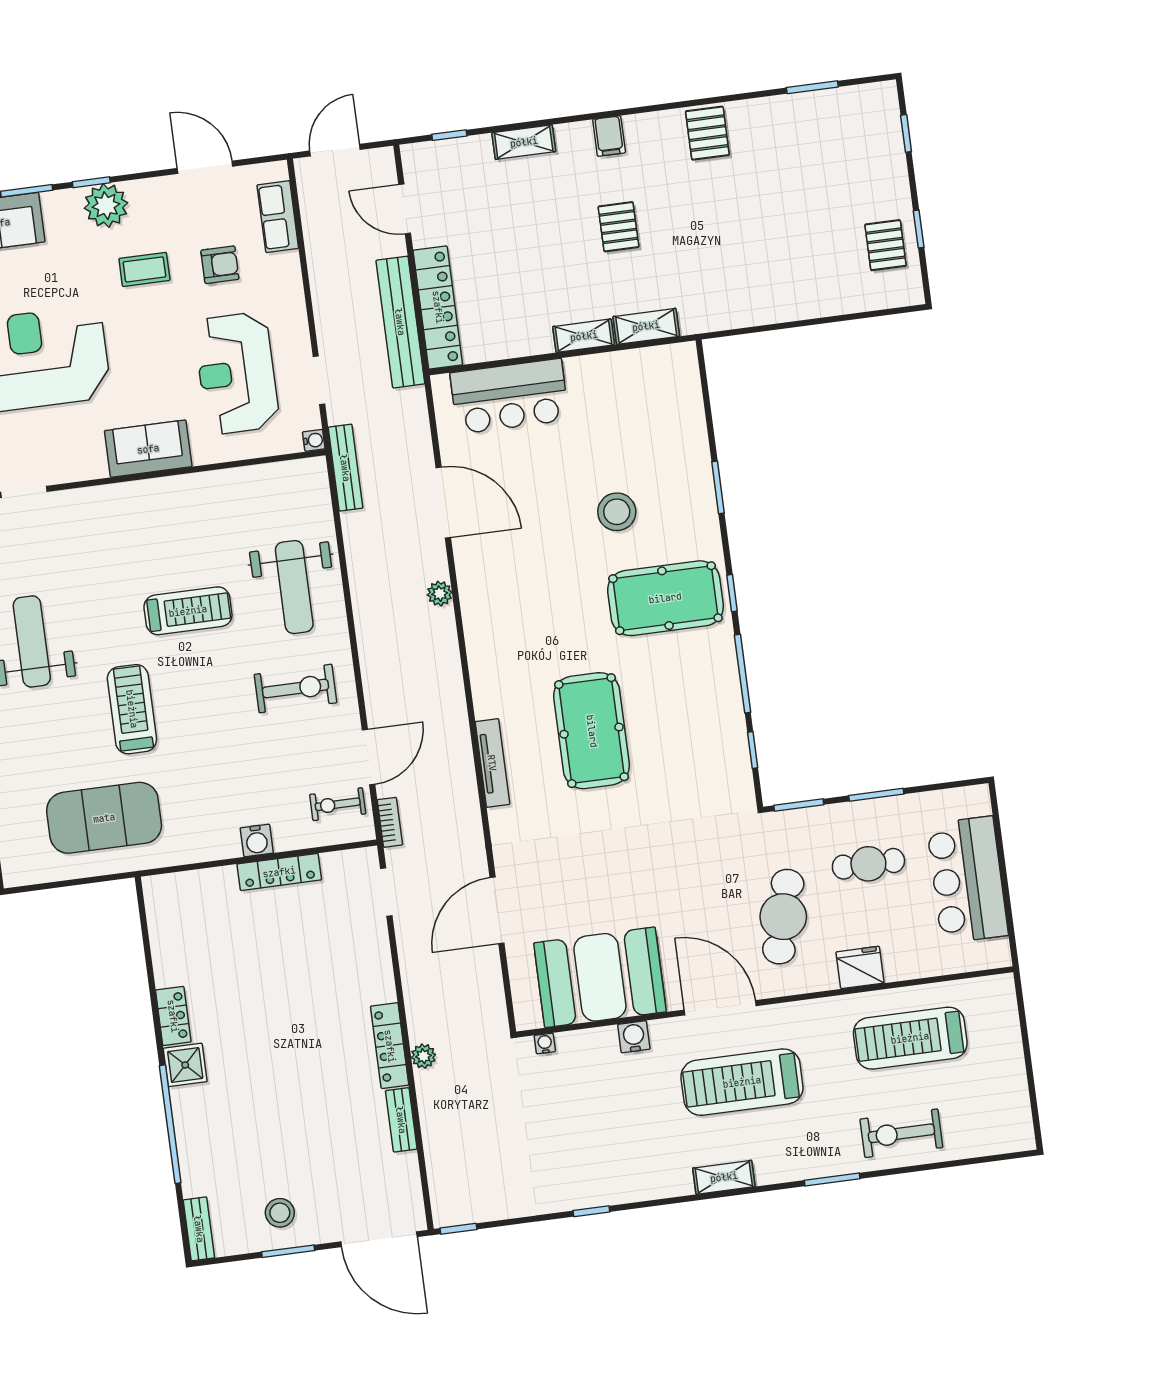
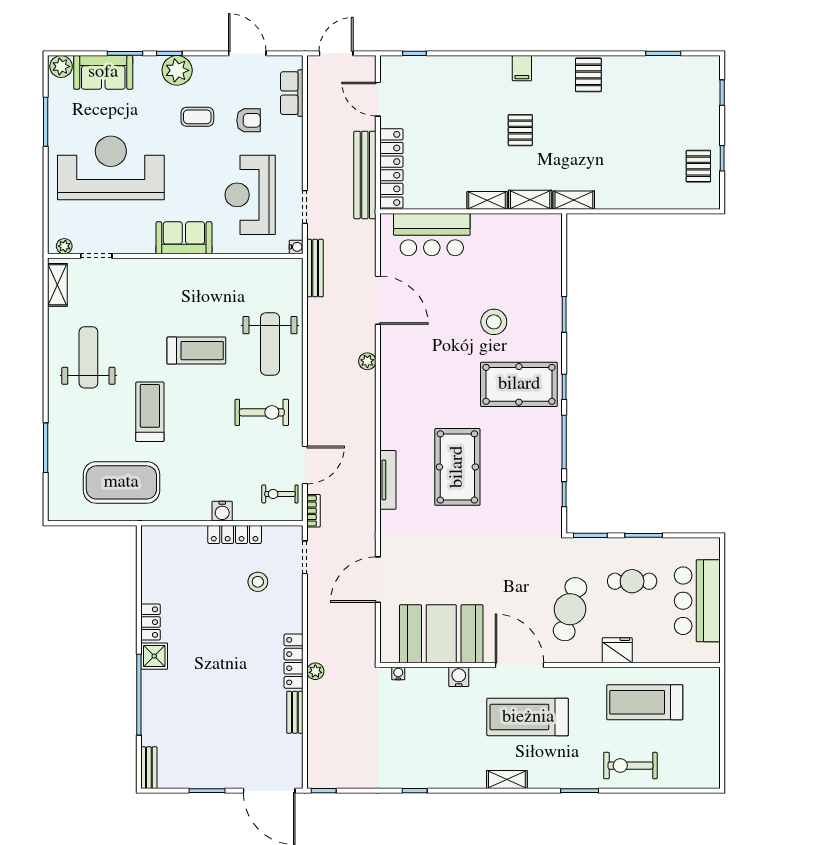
shelving: (524, 142) -> (574, 200), moved
stool: (280, 1213) -> (258, 582), moved

